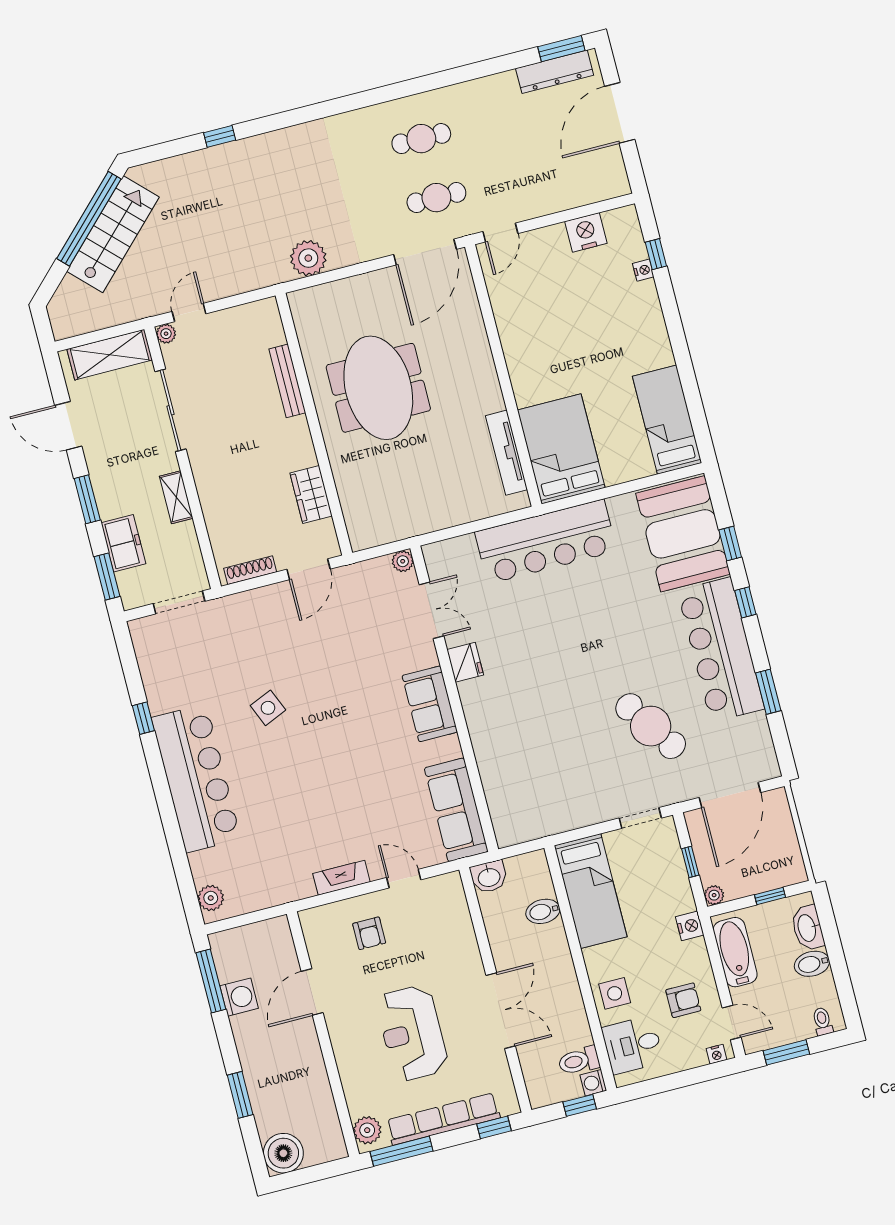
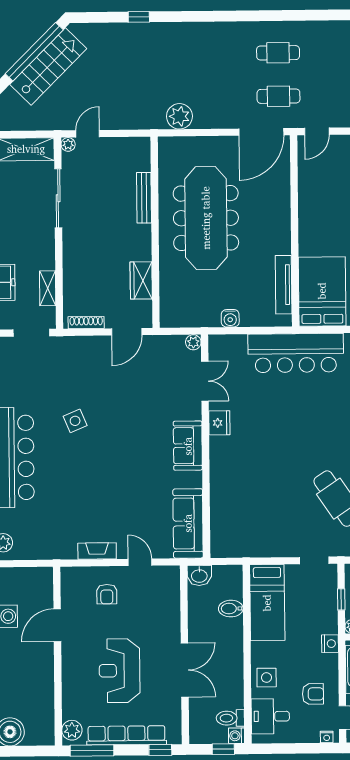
meeting table: (378, 388) -> (206, 218), width x1.36
shelving: (176, 497) -> (48, 288), moved
water cooler: (445, 516) -> (230, 318), added

